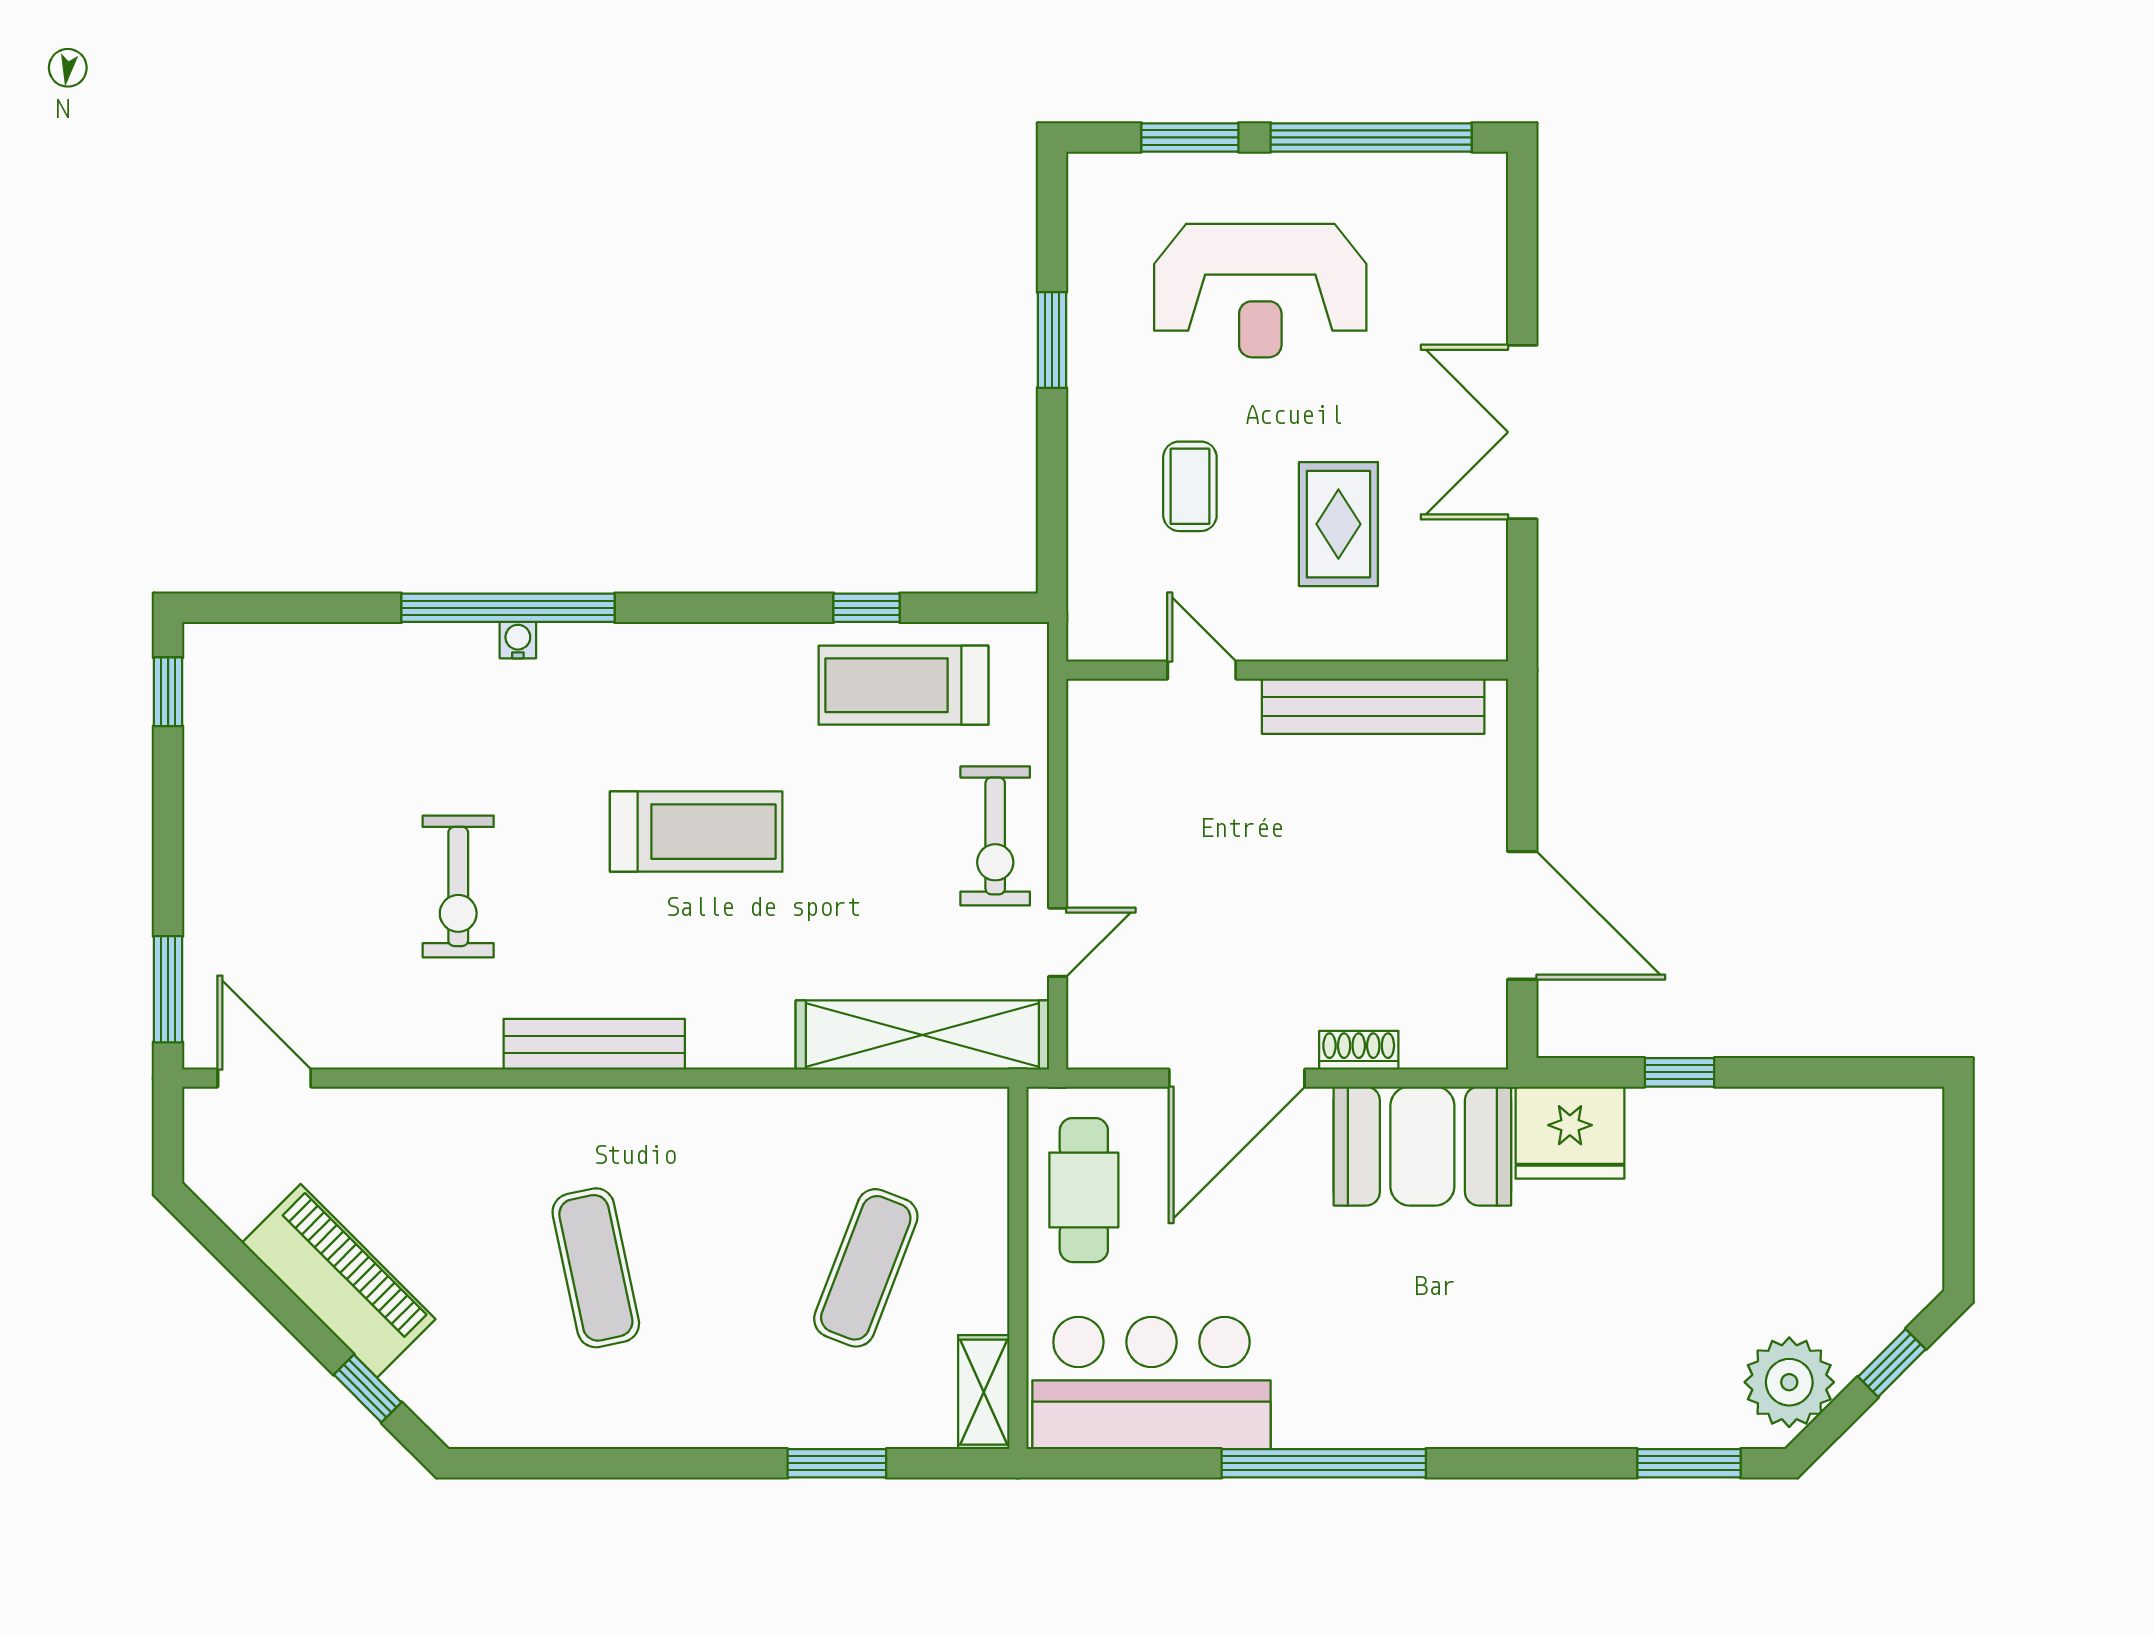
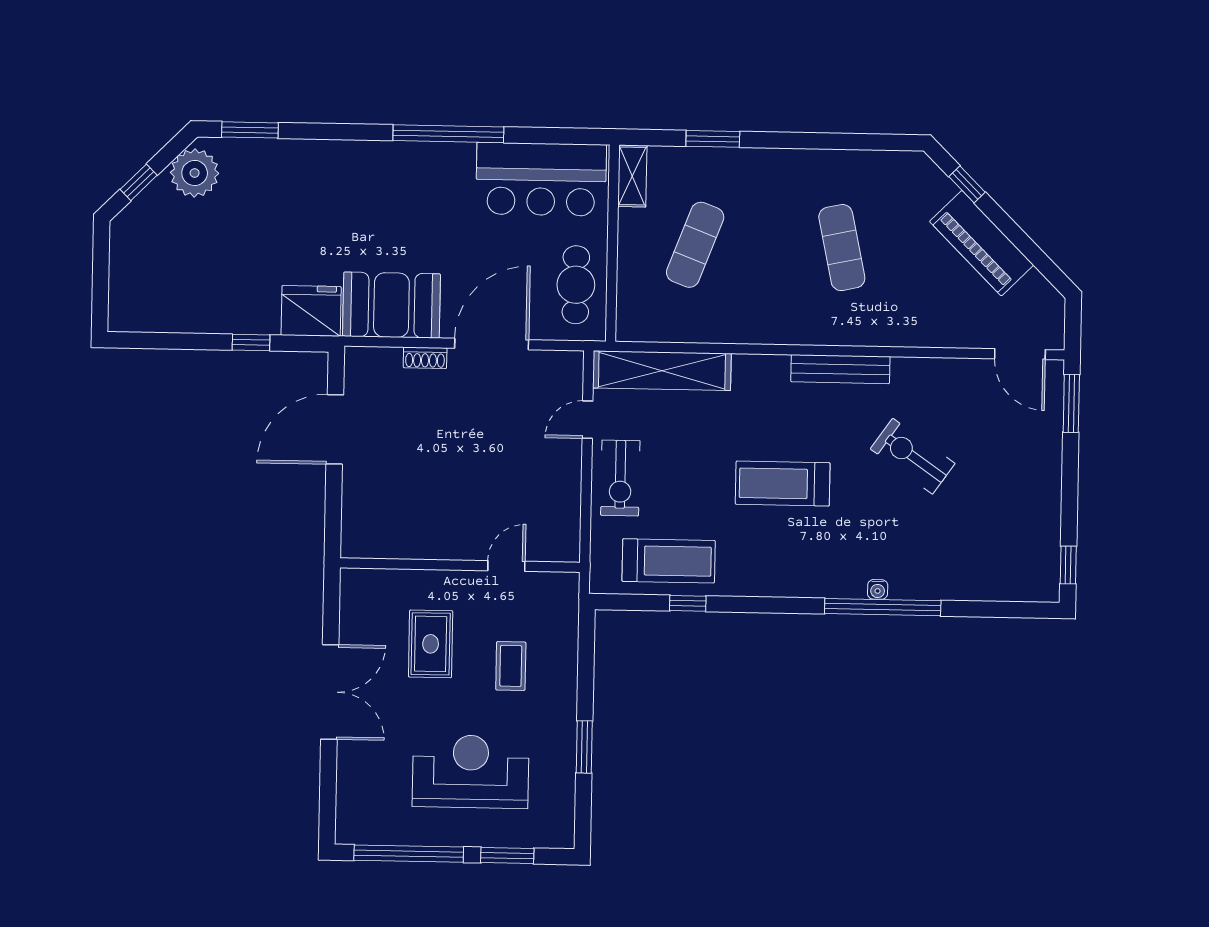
door: (1202, 670) -> (506, 566), swing flipped
bench: (1373, 706) -> (414, 545), removed
exercise bike: (995, 836) -> (620, 478), turned 180
exercise bike: (458, 886) -> (913, 456), turned -55
door: (1522, 915) -> (335, 429), hinge flipped

